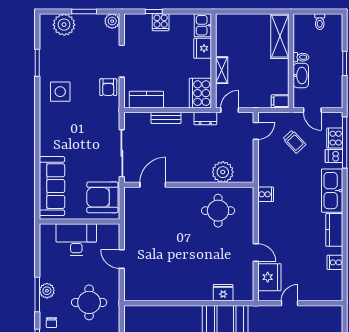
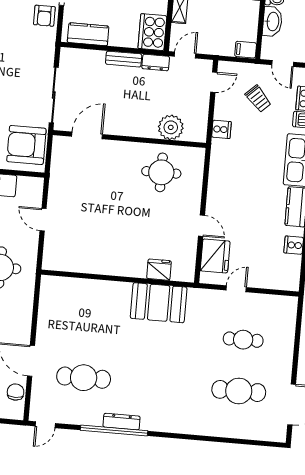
bench: (166, 118) -> (124, 59), moved
cooker: (266, 194) -> (221, 129), moved

